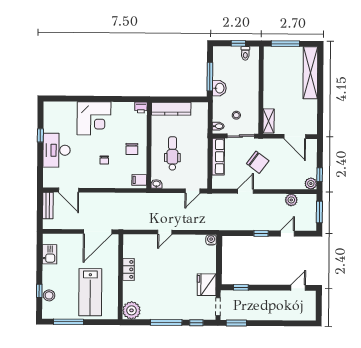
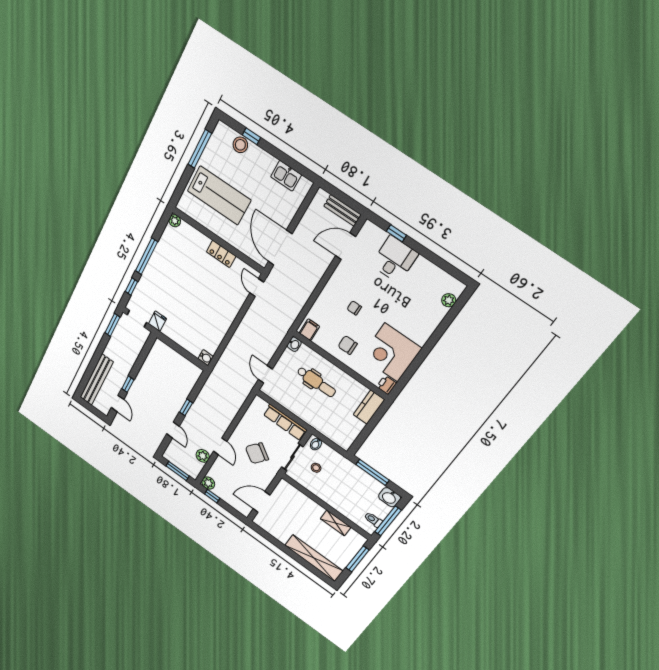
window: (238, 43) -> (388, 521), width x2.17
washbasin: (219, 88) -> (390, 497), moved
plant: (60, 106) -> (449, 300), added
kitchen counter: (171, 109) -> (369, 407), width x0.67
corner desk: (94, 118) -> (391, 353), moved
shelving: (269, 121) -> (336, 523), moved
window: (40, 135) -> (396, 233), moved
desk: (57, 150) -> (395, 259), width x0.73
door: (245, 191) -> (220, 446), moved
door: (165, 232) -> (257, 288), moved
fridge: (207, 285) -> (157, 321), width x0.53, depth x0.75
window: (241, 287) -> (128, 384), moved
lab bench: (90, 292) -> (219, 195), turned 180
plant: (132, 310) -> (175, 221), width x0.53, depth x0.53
bench: (291, 314) -> (97, 380), added

